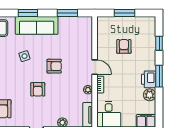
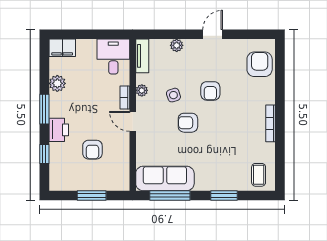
window: (67, 13) -> (170, 195), width x1.44
sofa: (37, 25) -> (165, 178), moved
side table: (24, 56) -> (173, 95), moved
printer: (149, 79) -> (59, 130), moved
armchair: (38, 89) -> (210, 91), turned 180

